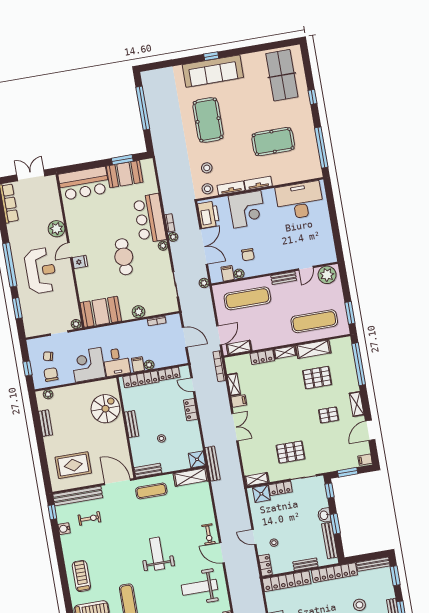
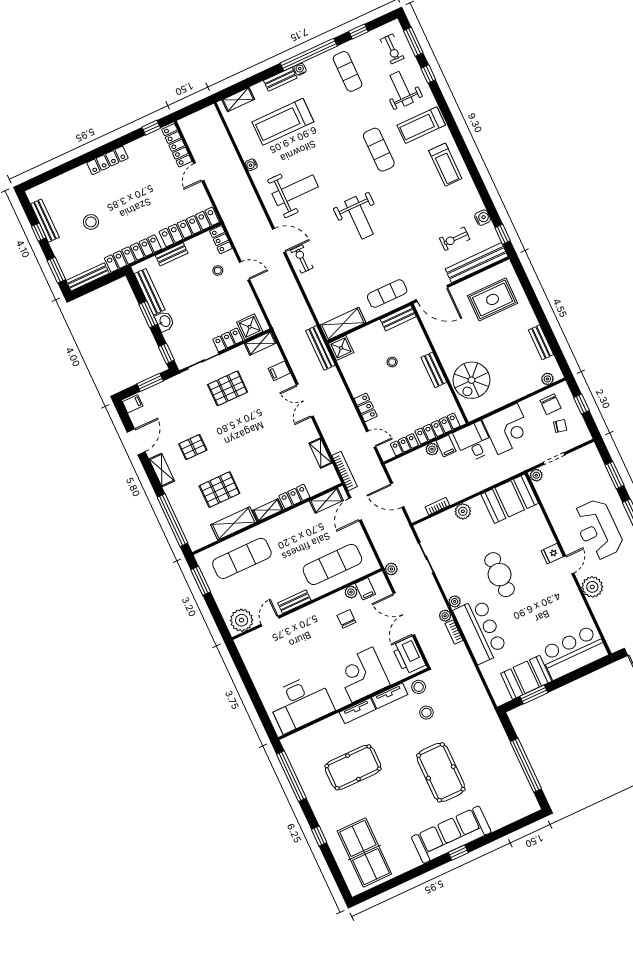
filing cabinet: (239, 401) -> (279, 371), moved

